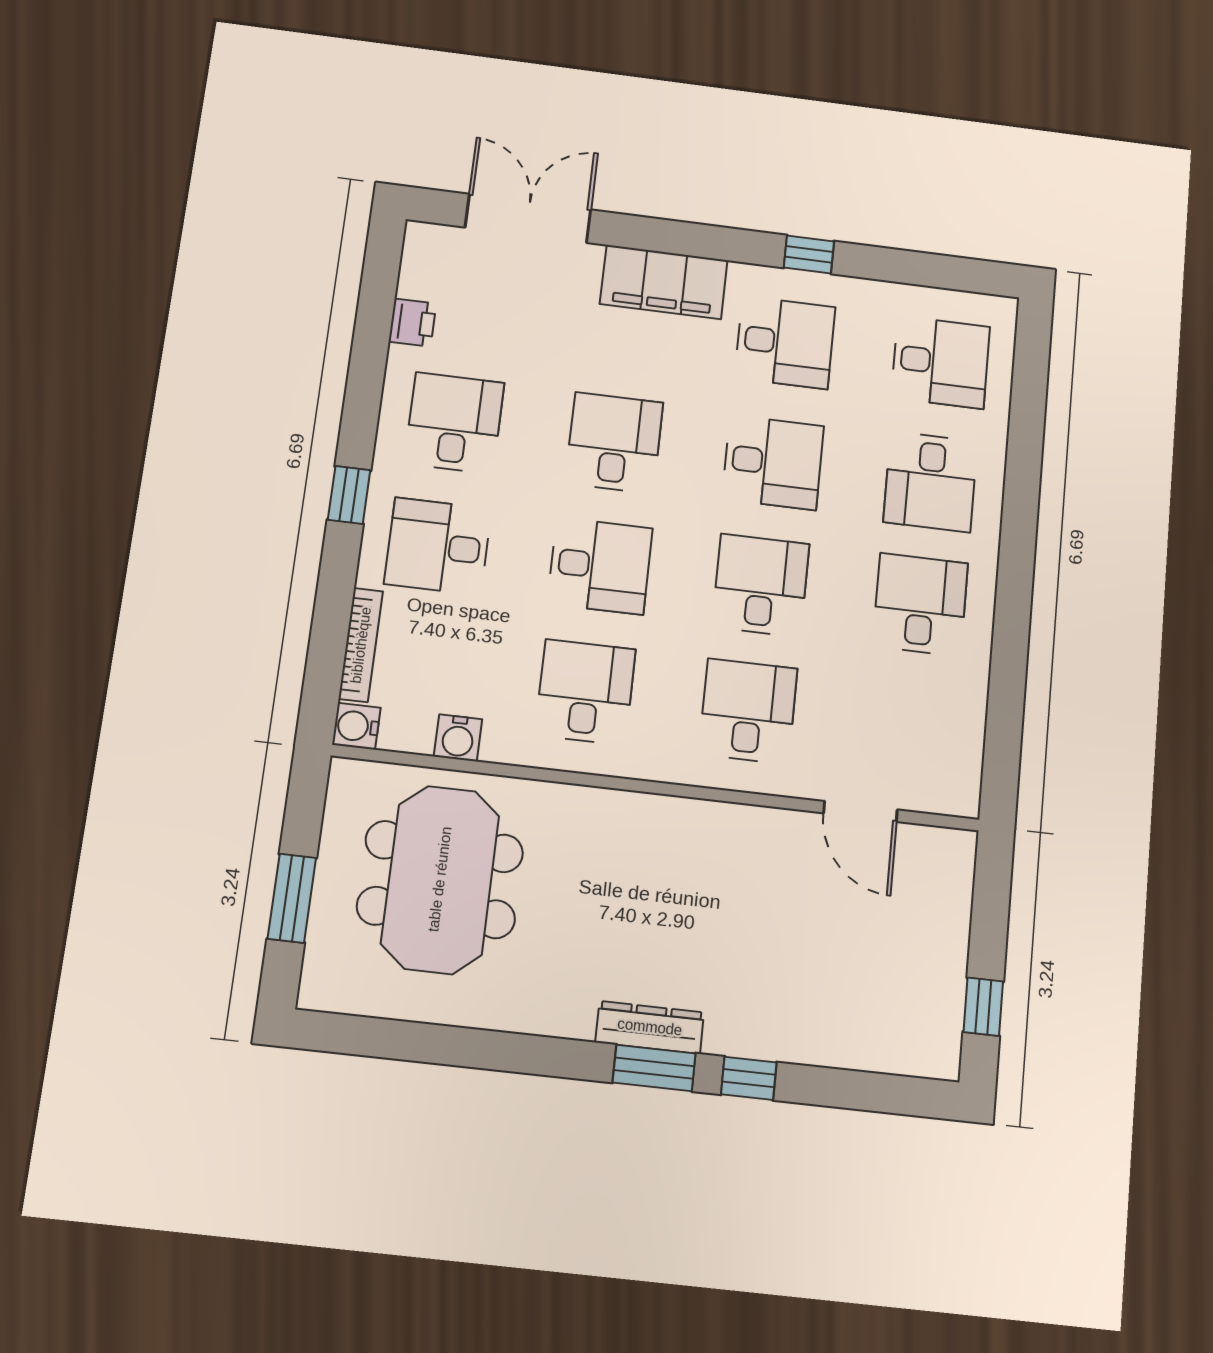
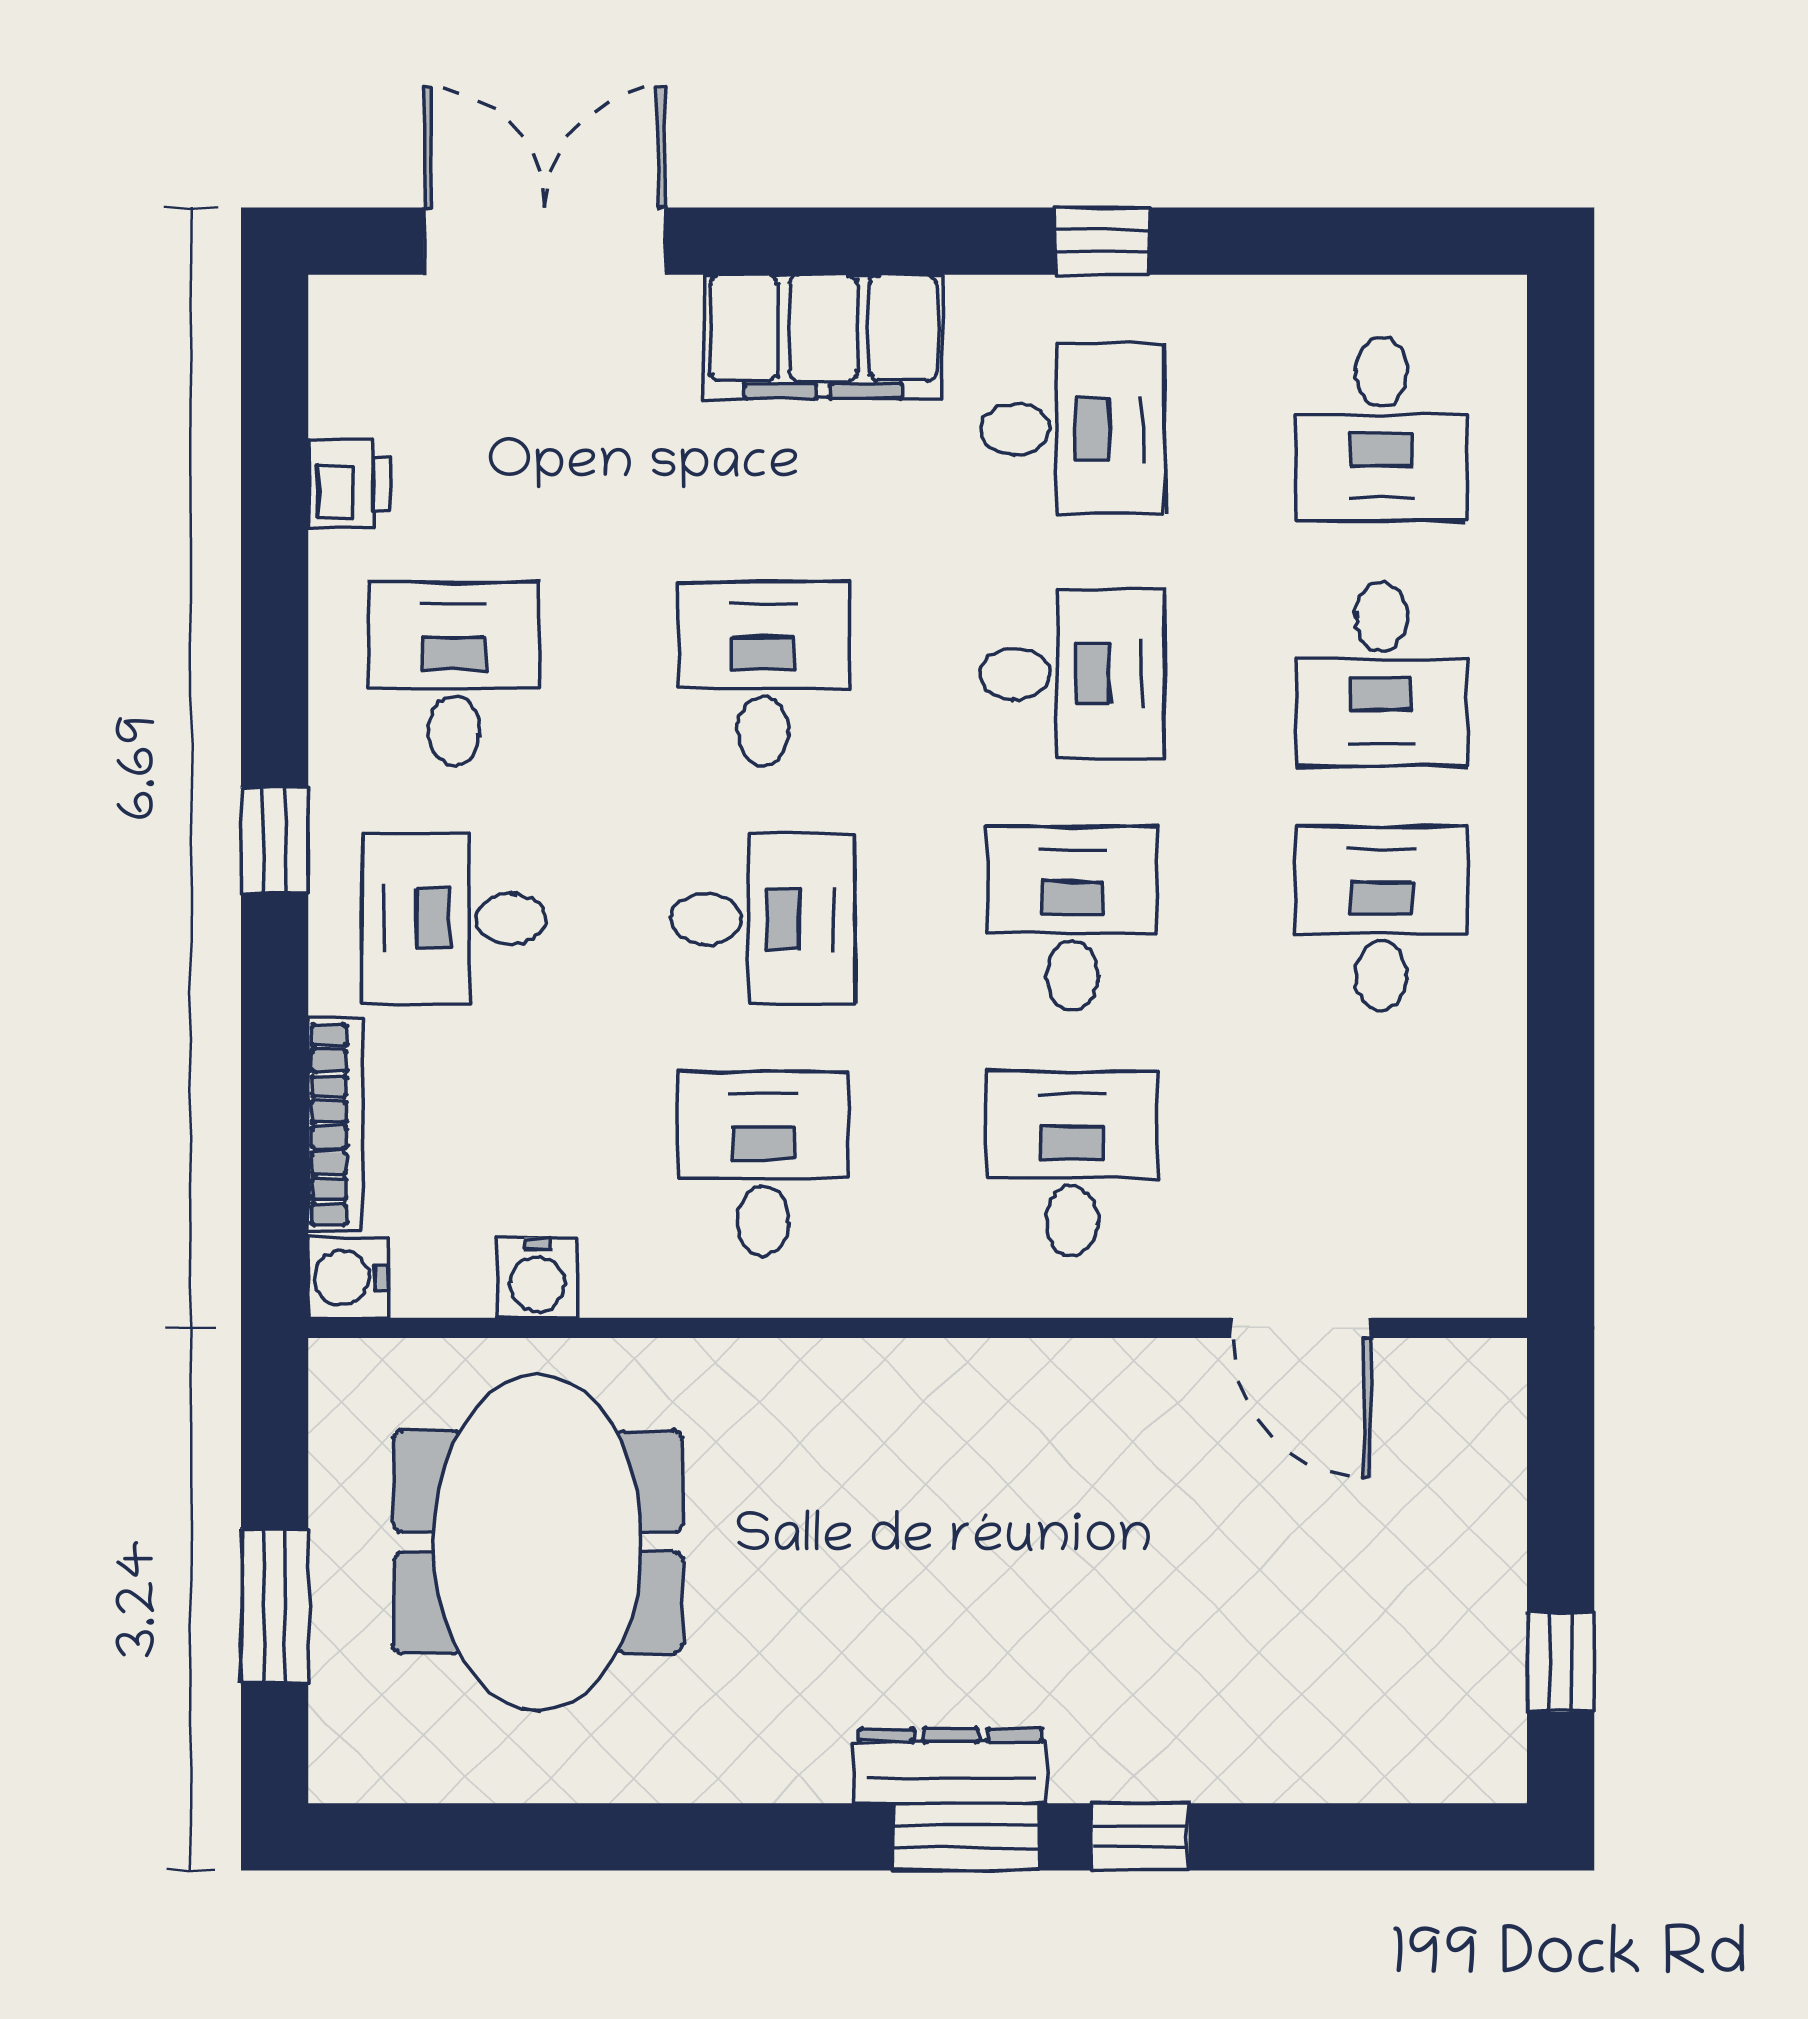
desk: (941, 362) -> (1381, 429), turned 90

